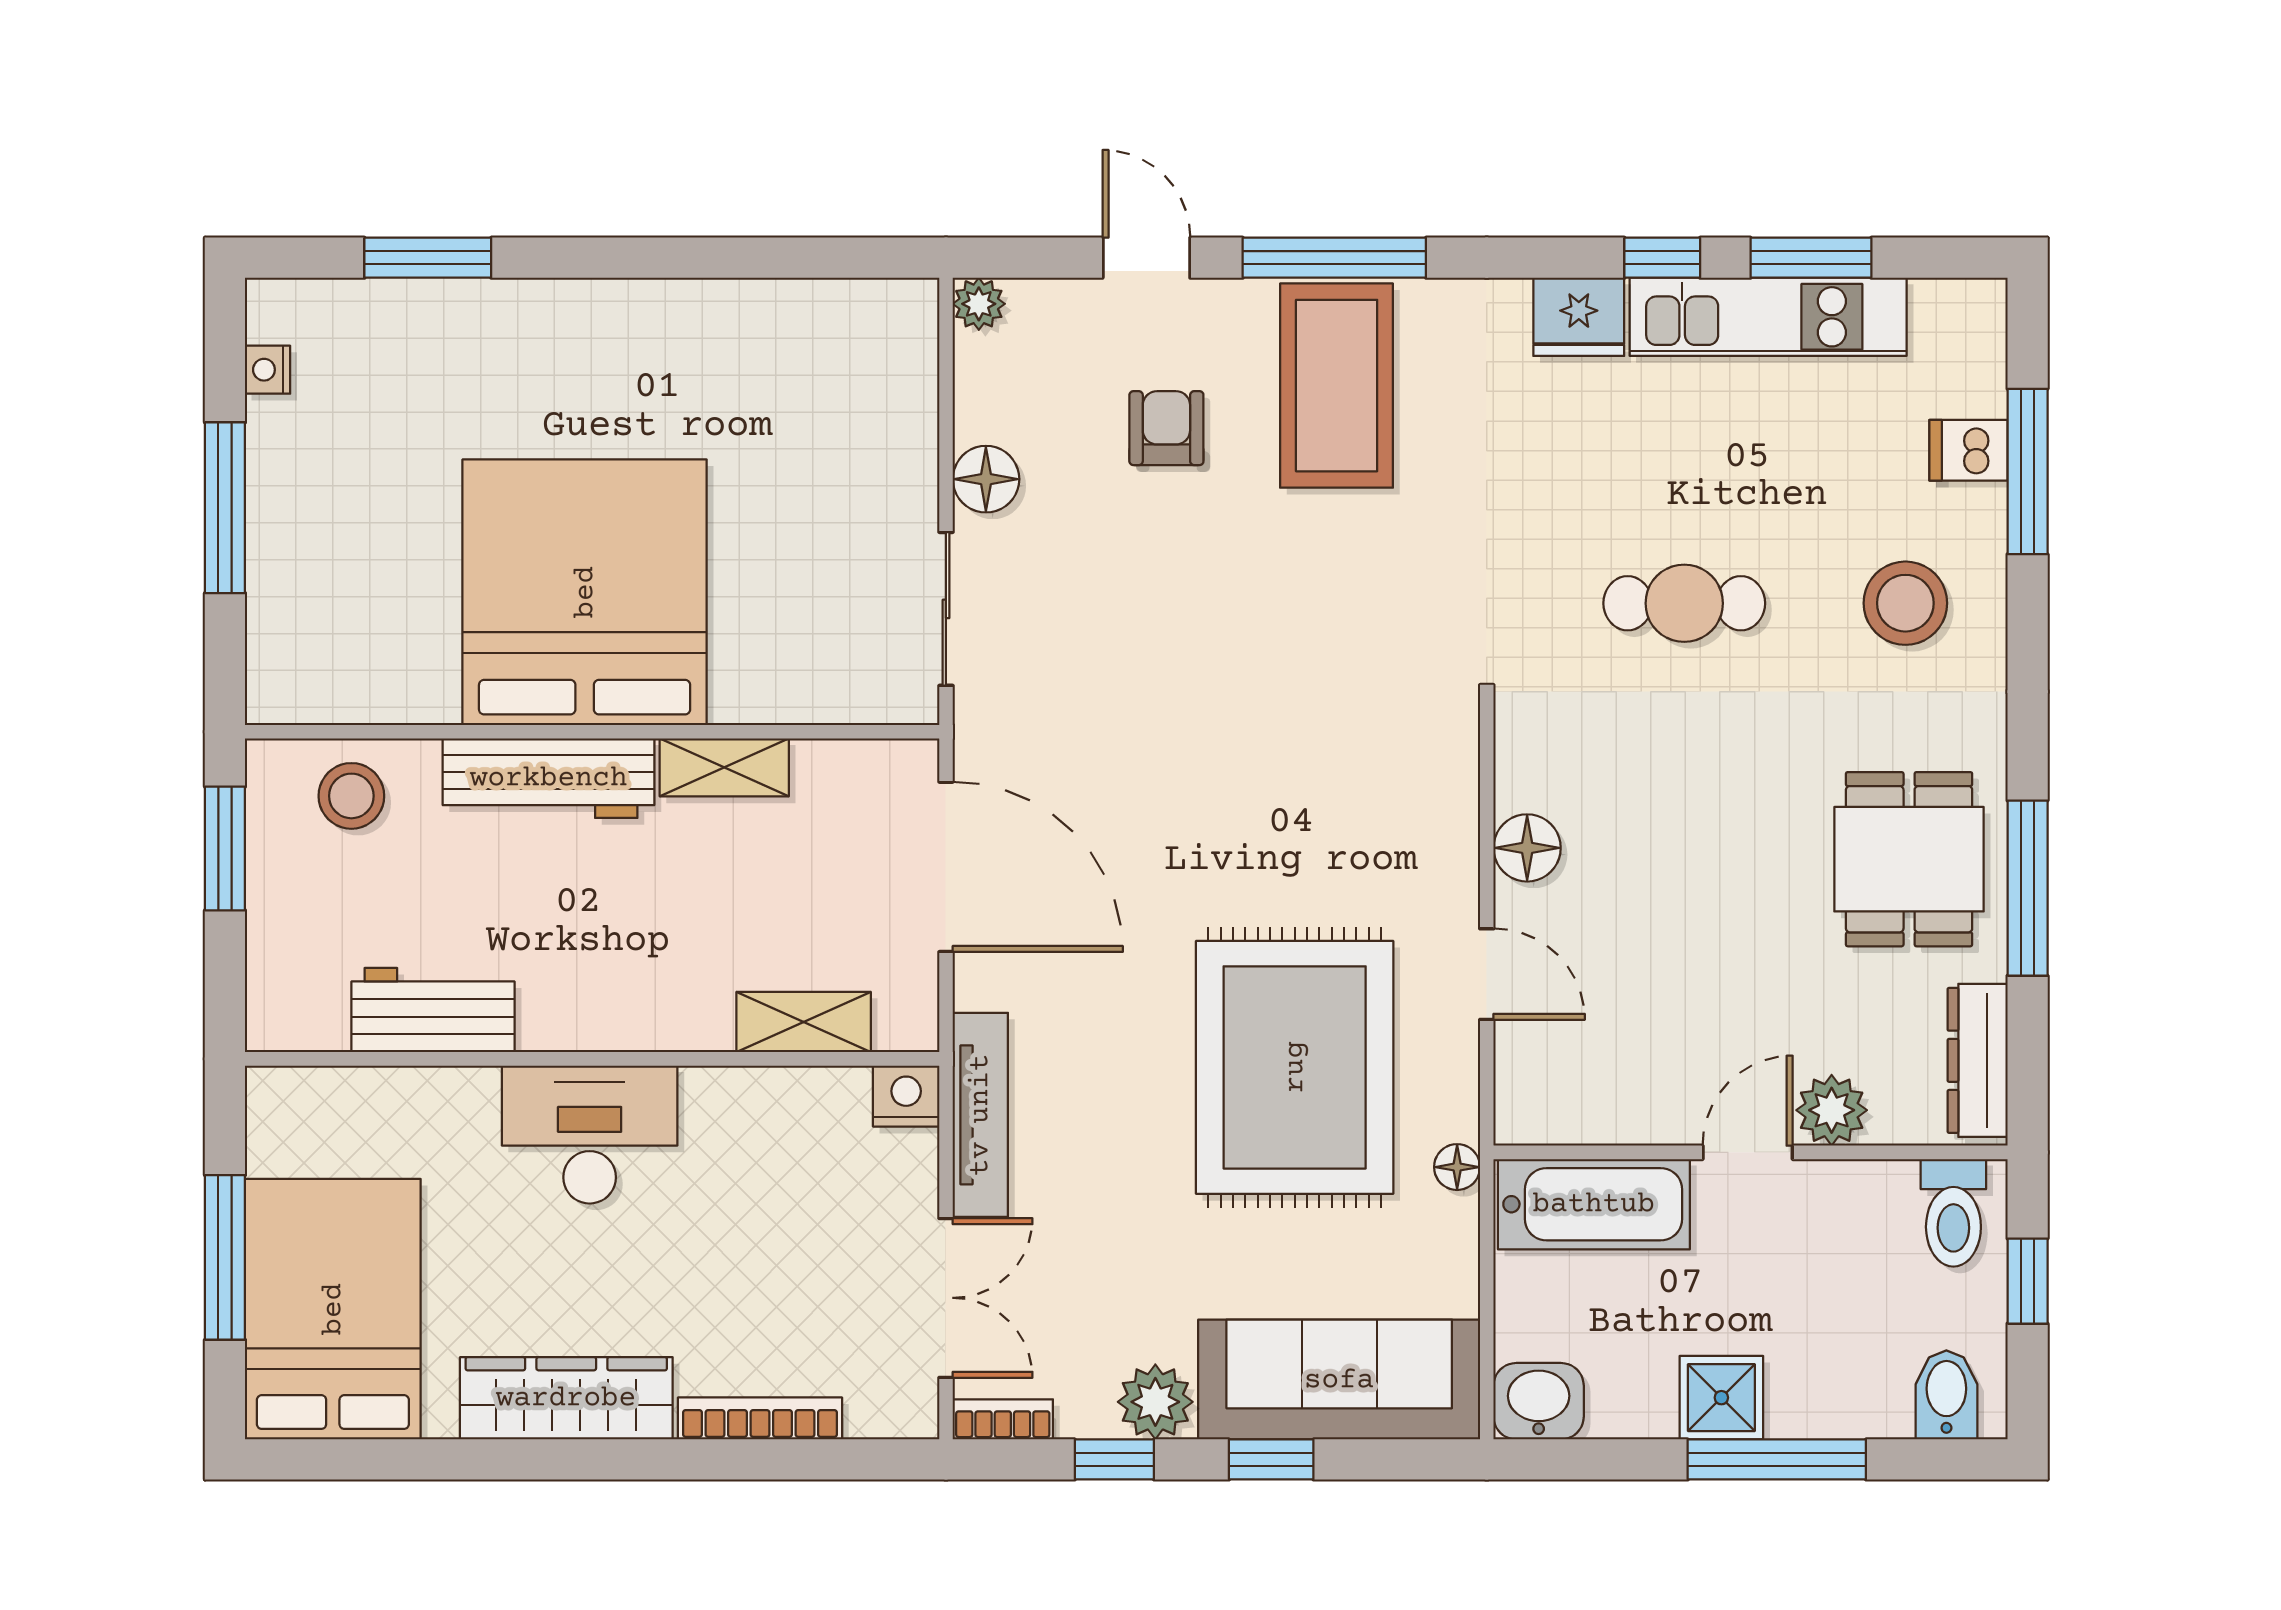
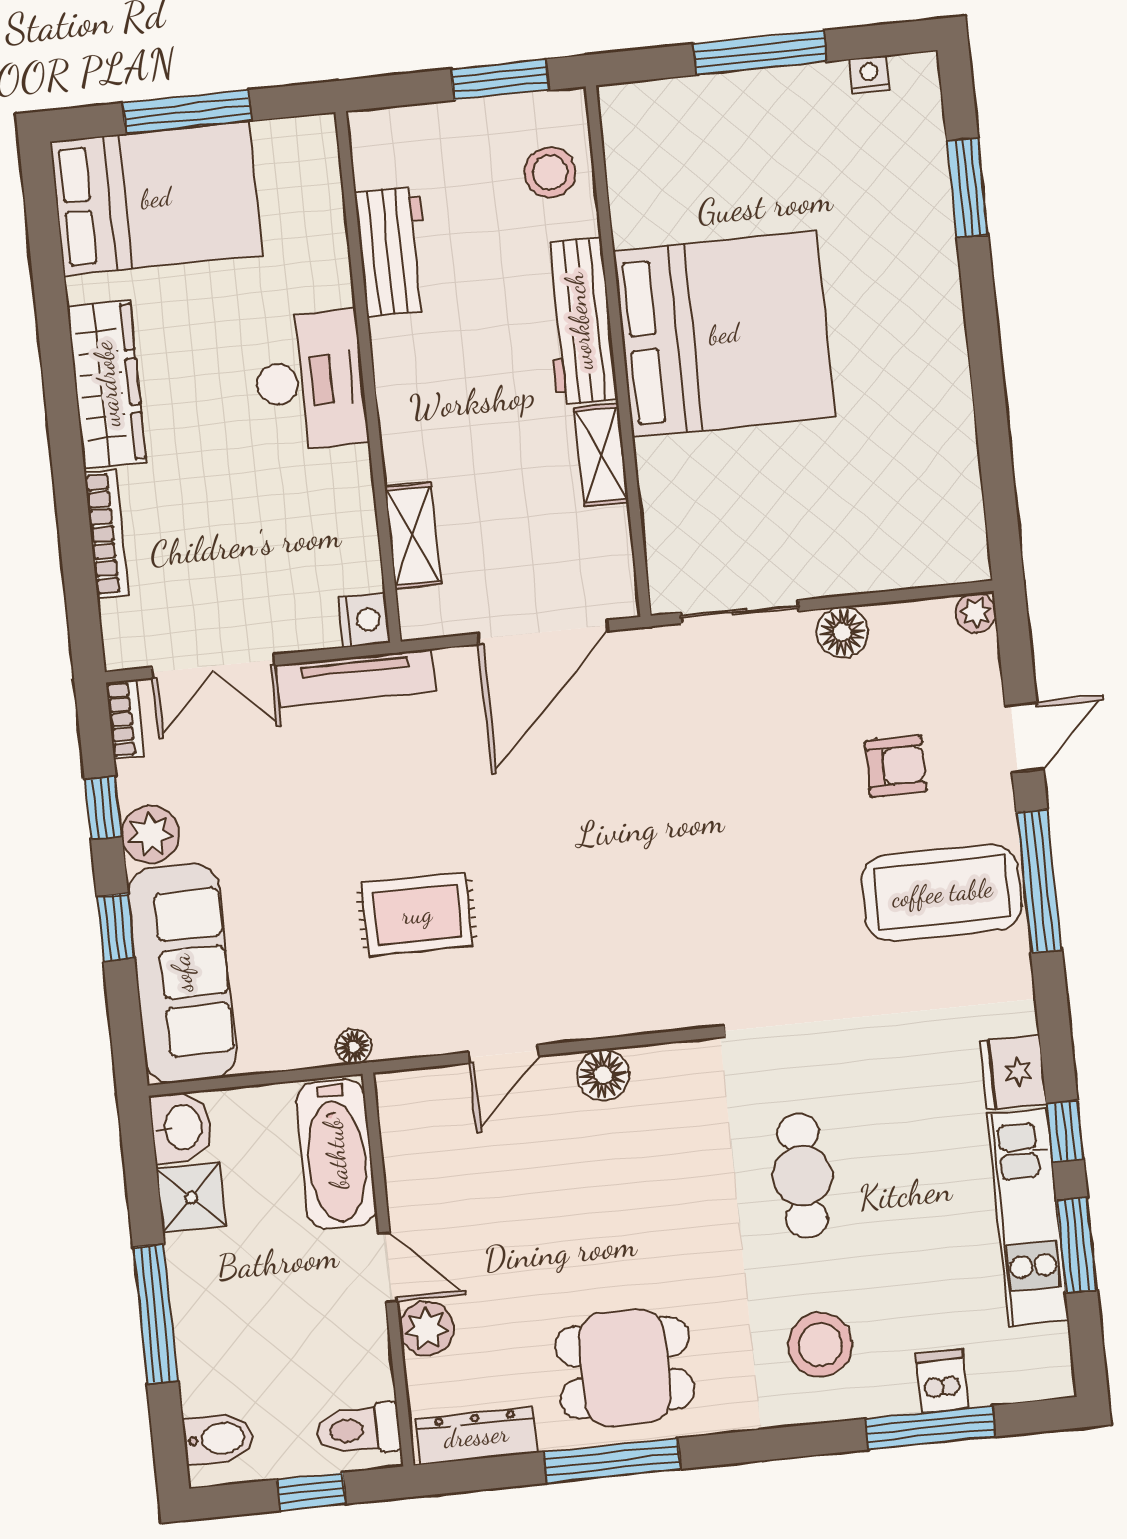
rug: (1295, 1067) -> (417, 914), width x0.54, depth x0.49
shower: (1721, 1398) -> (191, 1198), moved

